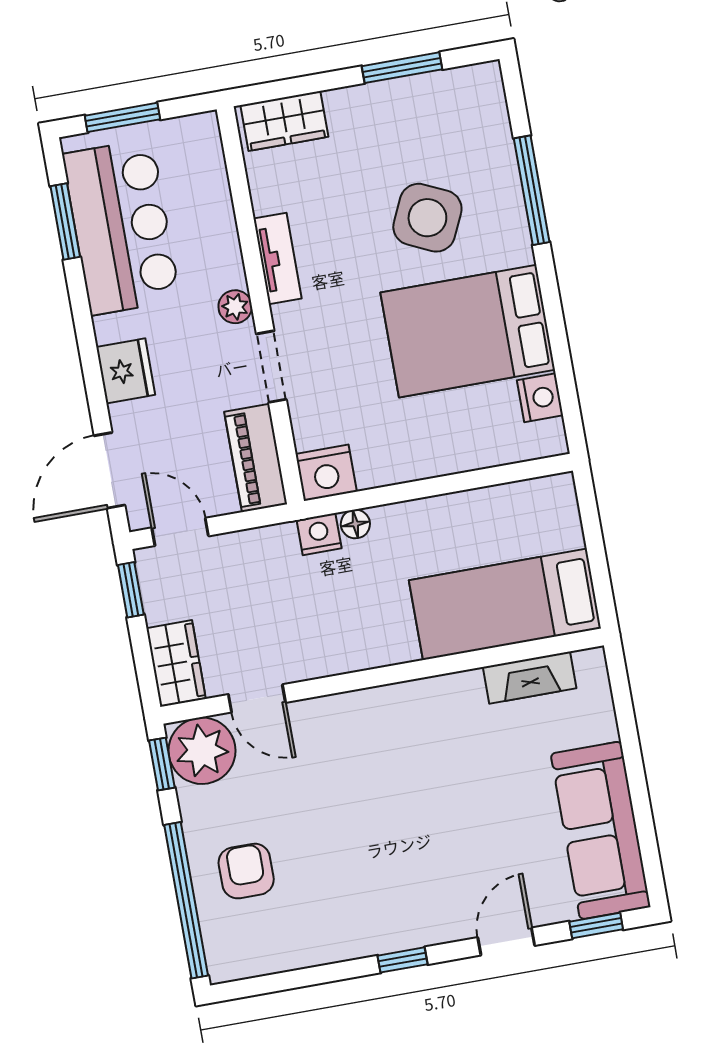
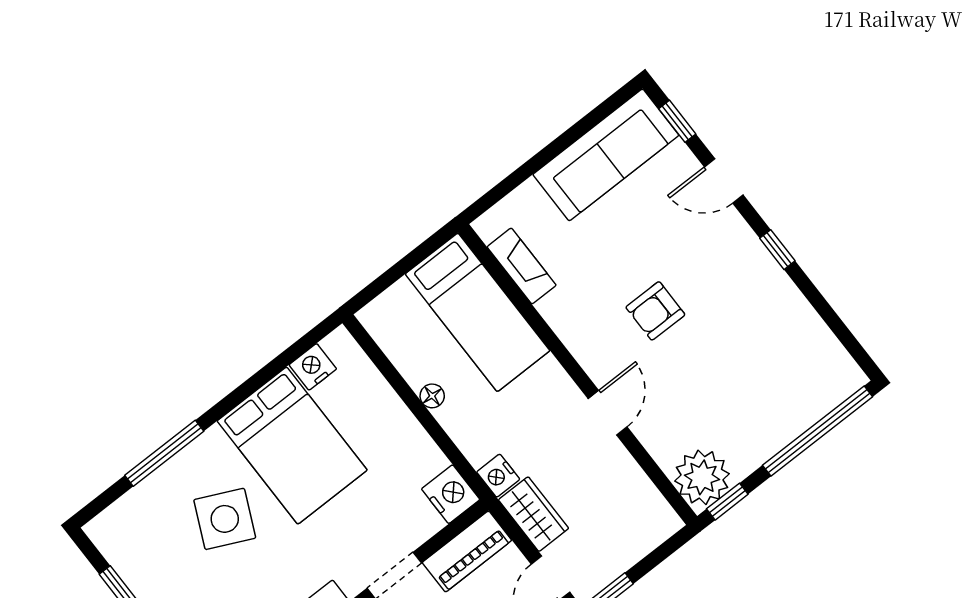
floor lamp: (355, 524) -> (432, 396), moved
wardrobe: (176, 663) -> (534, 514), moved, turned 90
door: (257, 698) -> (608, 413), moved
armchair: (246, 871) -> (655, 311), moved

